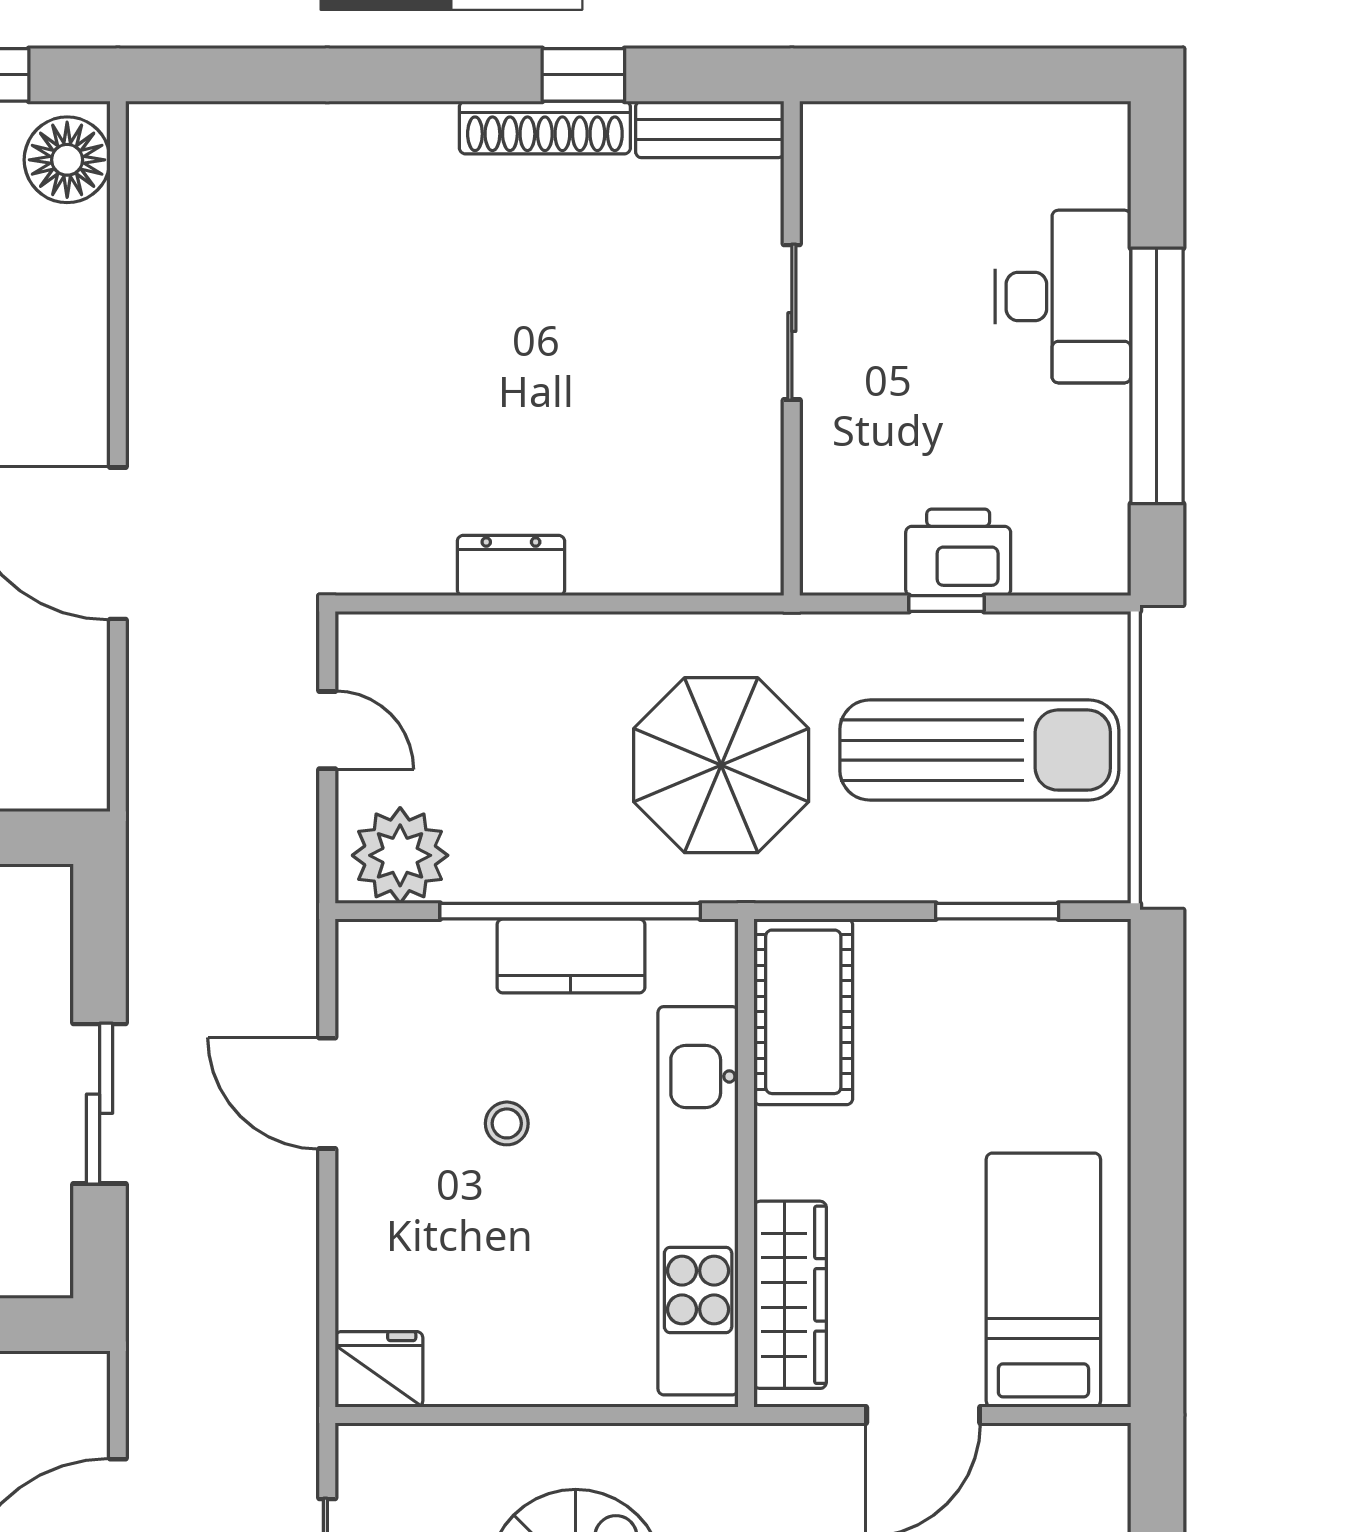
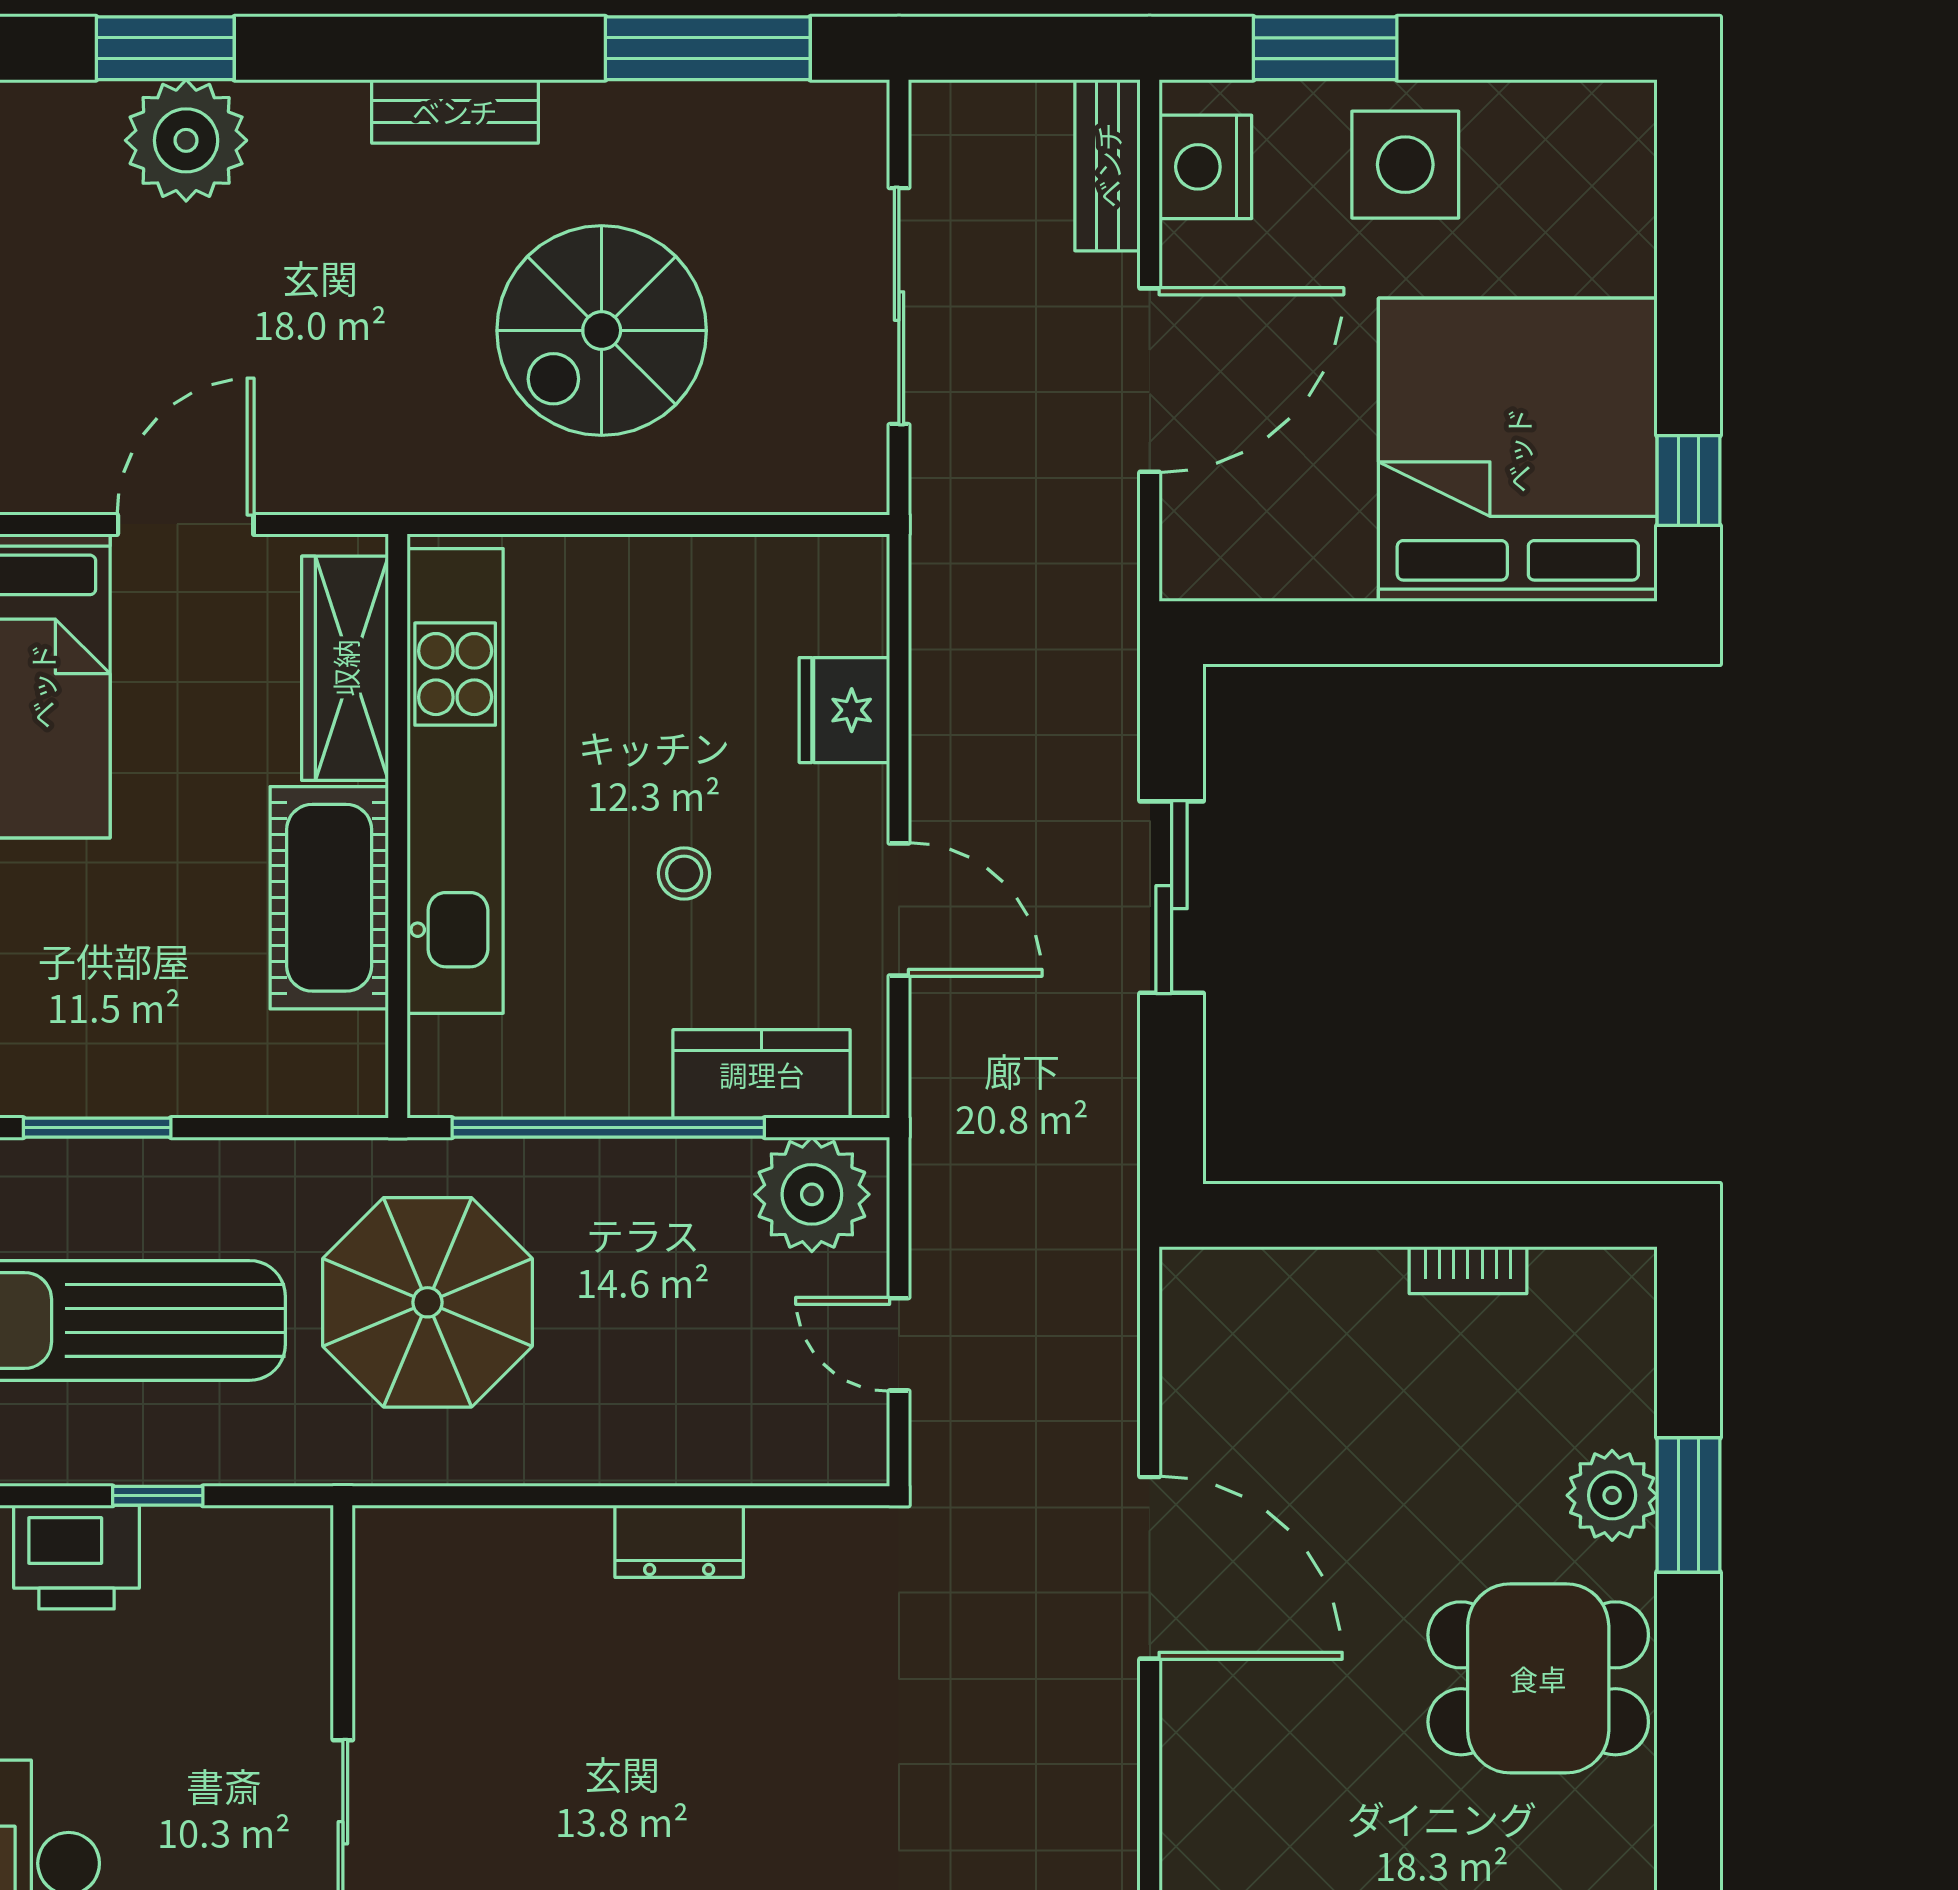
printer: (958, 552) -> (76, 1557), moved
kitchen counter: (571, 956) -> (762, 1074), moved
cot: (803, 1012) -> (329, 898), moved
fridge: (379, 1369) -> (844, 710), moved, turned 90

